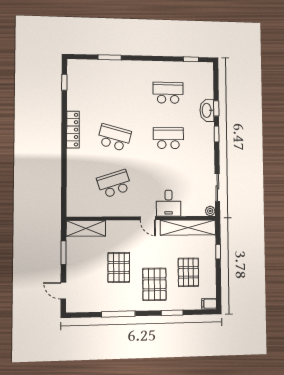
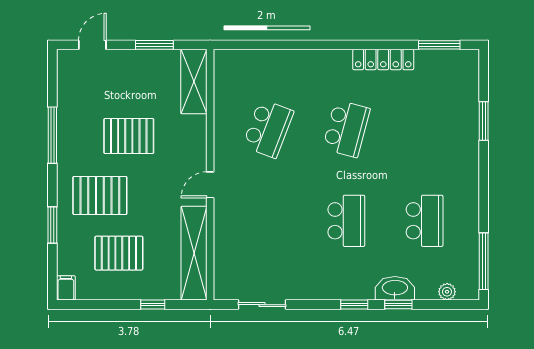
window: (191, 59) -> (484, 261), width x2.17
window: (64, 82) -> (439, 45), width x1.50
locker: (73, 130) -> (383, 60), moved
school desk: (114, 184) -> (268, 129), turned 39
desk: (169, 203) -> (235, 220), removed
plant: (210, 211) -> (447, 292), moved

